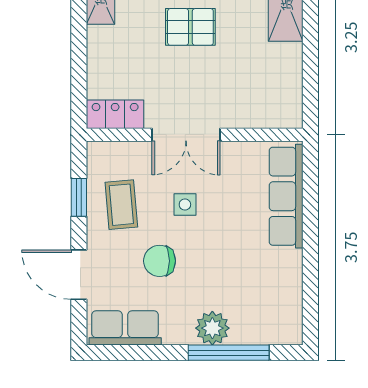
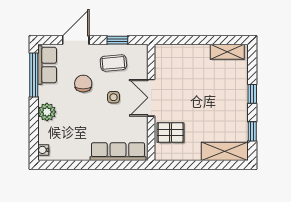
pallet: (190, 27) -> (171, 133), moved, turned 90
locker: (115, 114) -> (162, 60), removed
water cooler: (283, 335) -> (43, 150), added
window: (229, 353) -> (34, 75), moved

